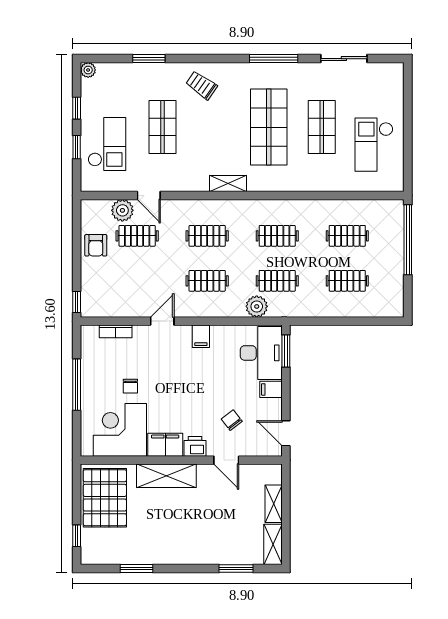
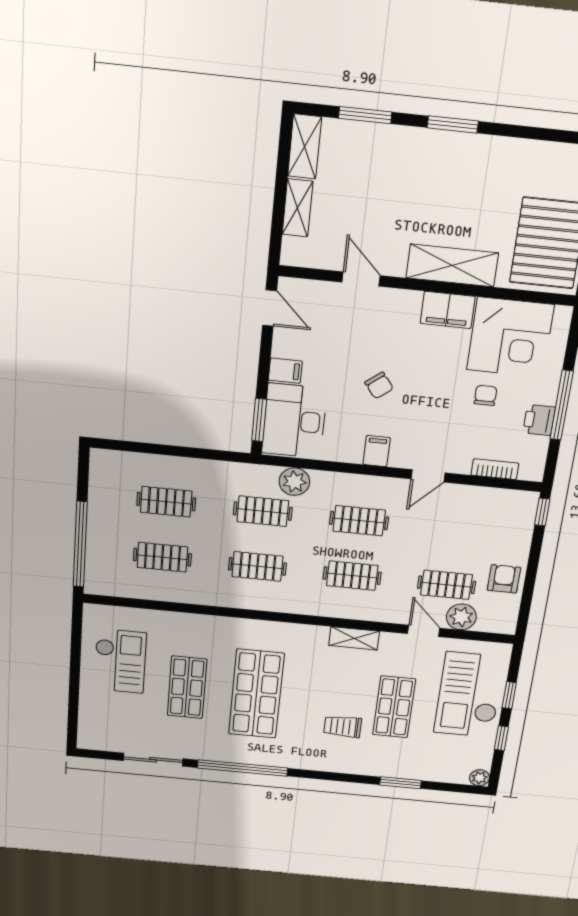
window: (274, 59) -> (243, 768), width x1.46
trolley: (201, 85) -> (343, 727), moved, turned 145
checkout: (107, 144) -> (469, 695), width x1.36, depth x1.21
shelving: (228, 183) -> (354, 638), moved
chair: (232, 420) -> (379, 386), moved
printer: (195, 446) -> (539, 420), moved, turned 90
window: (136, 569) -> (453, 124), moved

